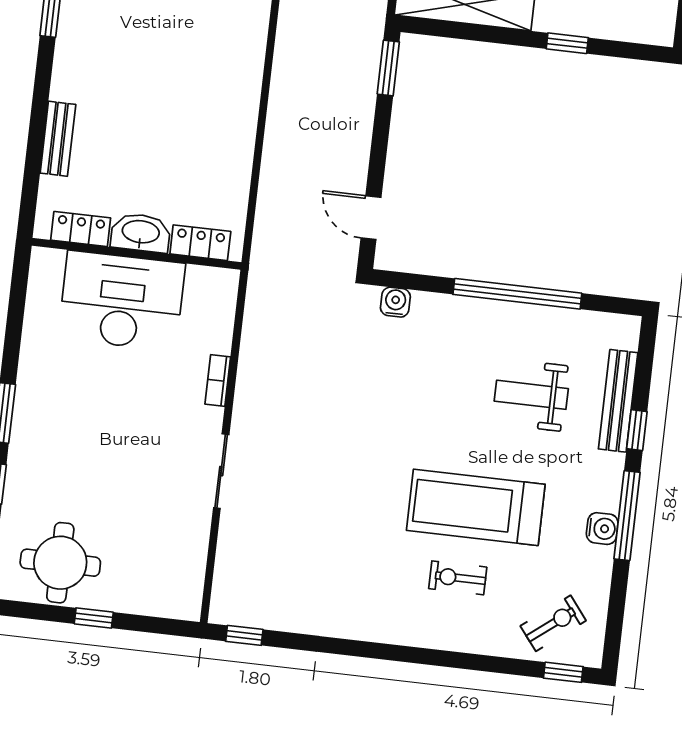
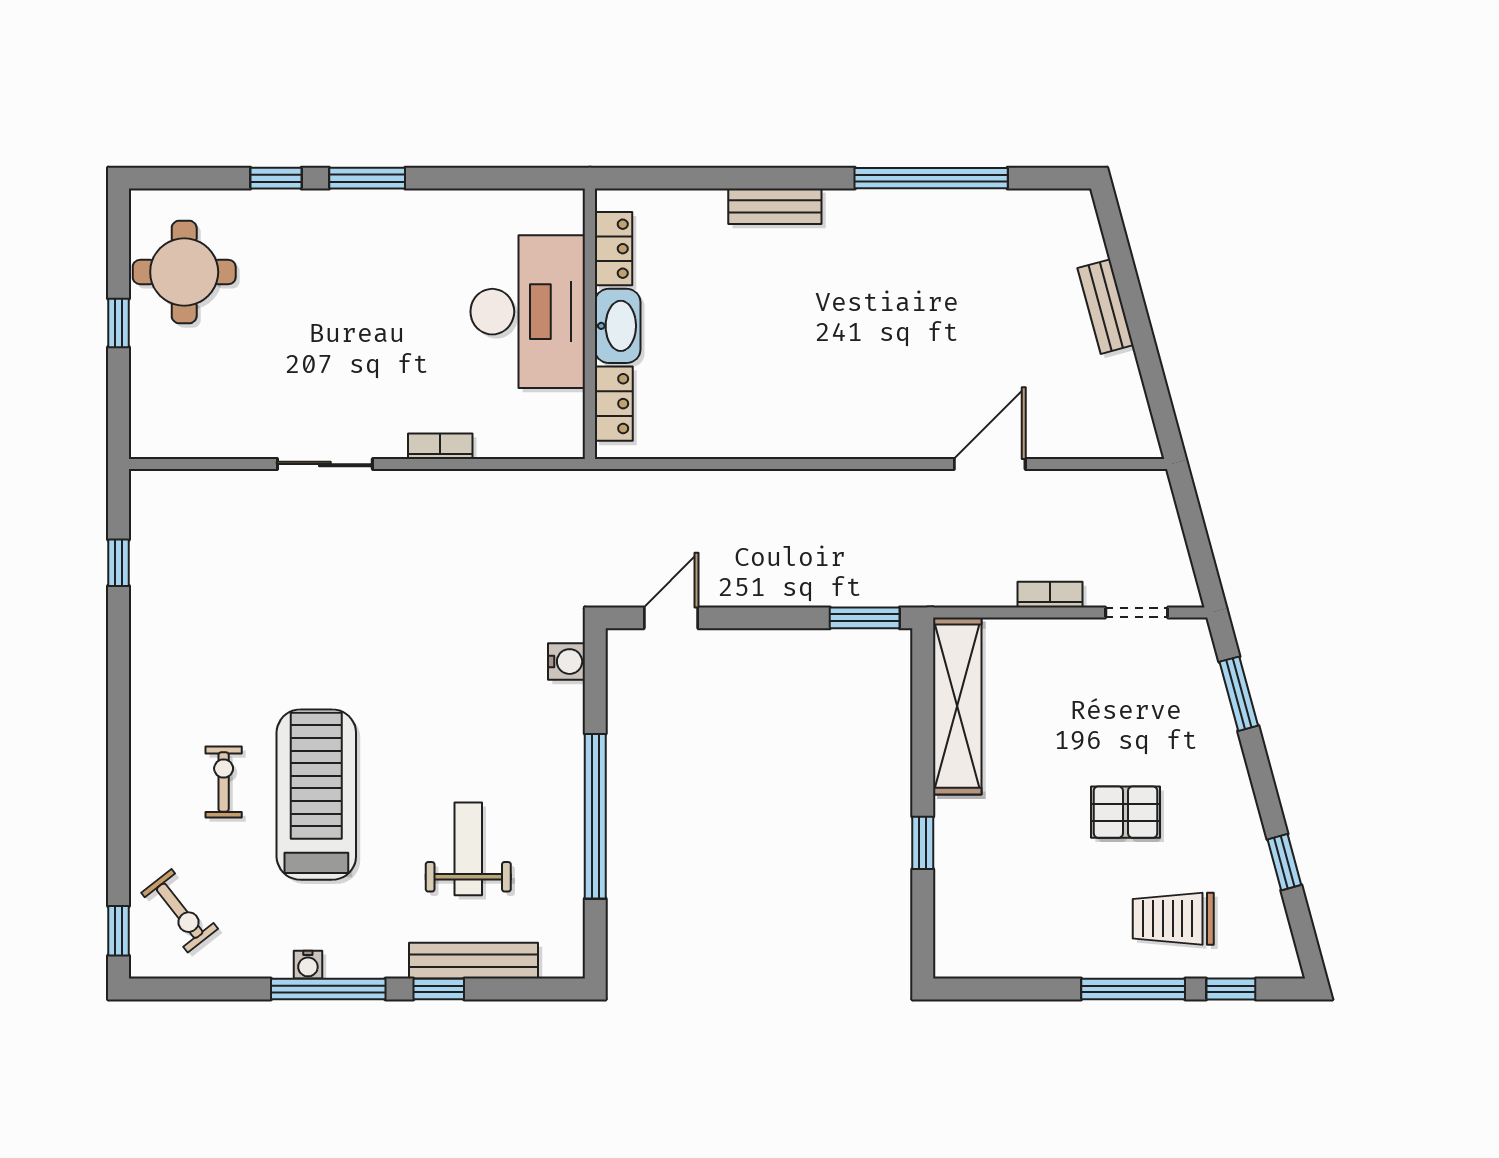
bench: (58, 139) -> (775, 206), moved
water cooler: (602, 529) -> (308, 965), width x0.72, depth x0.72
window: (244, 635) -> (119, 563), moved

